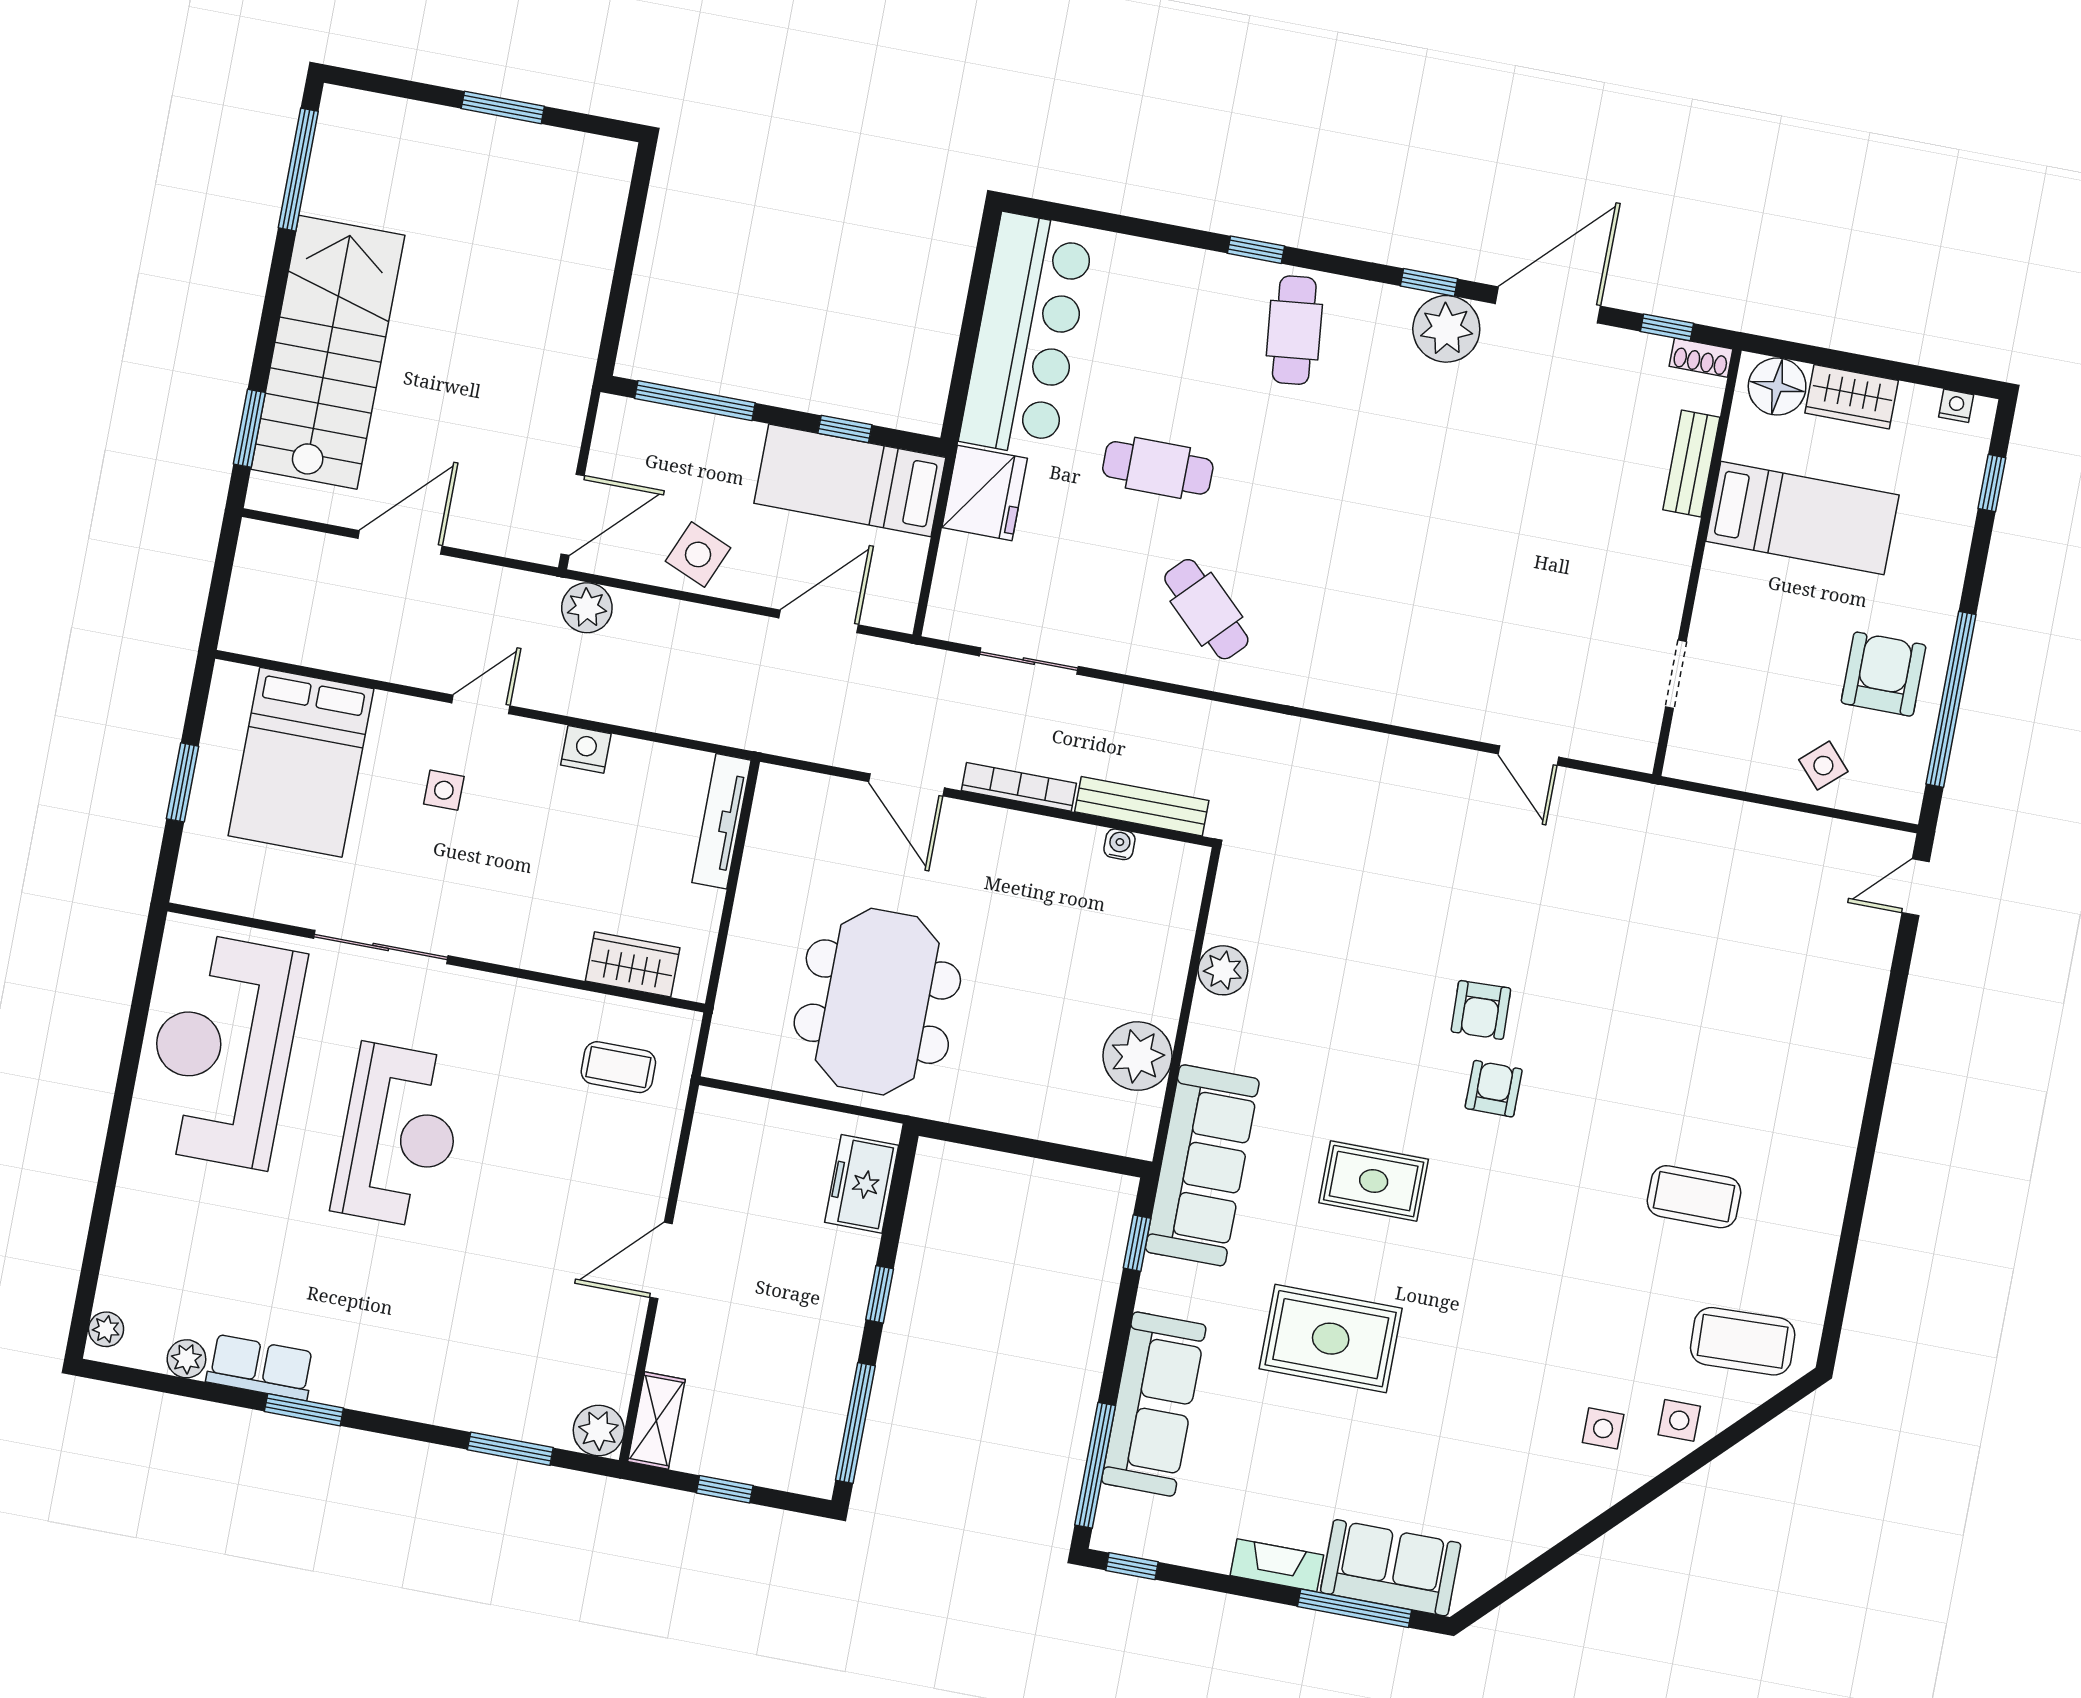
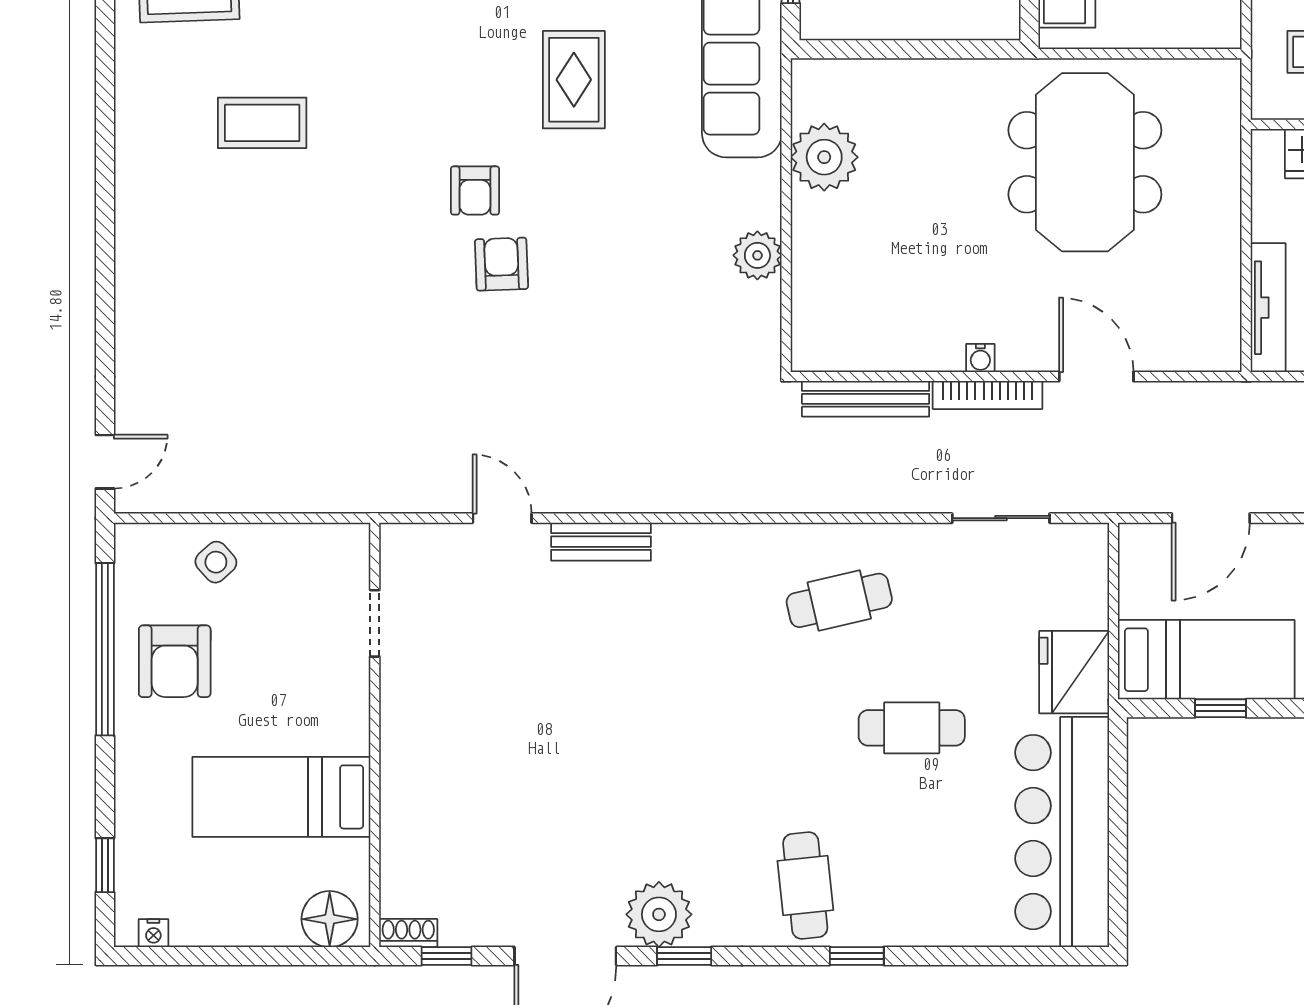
wardrobe: (1852, 397) -> (256, 923), removed
bench: (1691, 464) -> (601, 542), moved, turned 90
cafe table: (1206, 609) -> (839, 600), turned -57
water cooler: (1119, 844) -> (980, 358), moved
rug: (1374, 1181) -> (574, 80), turned 90

